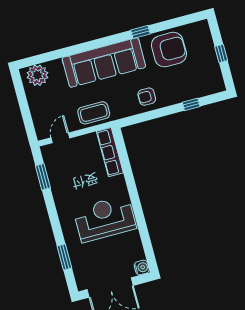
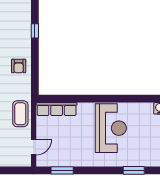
door: (60, 138) -> (34, 147), swing flipped
reception desk: (105, 219) -> (111, 128), turned 180

